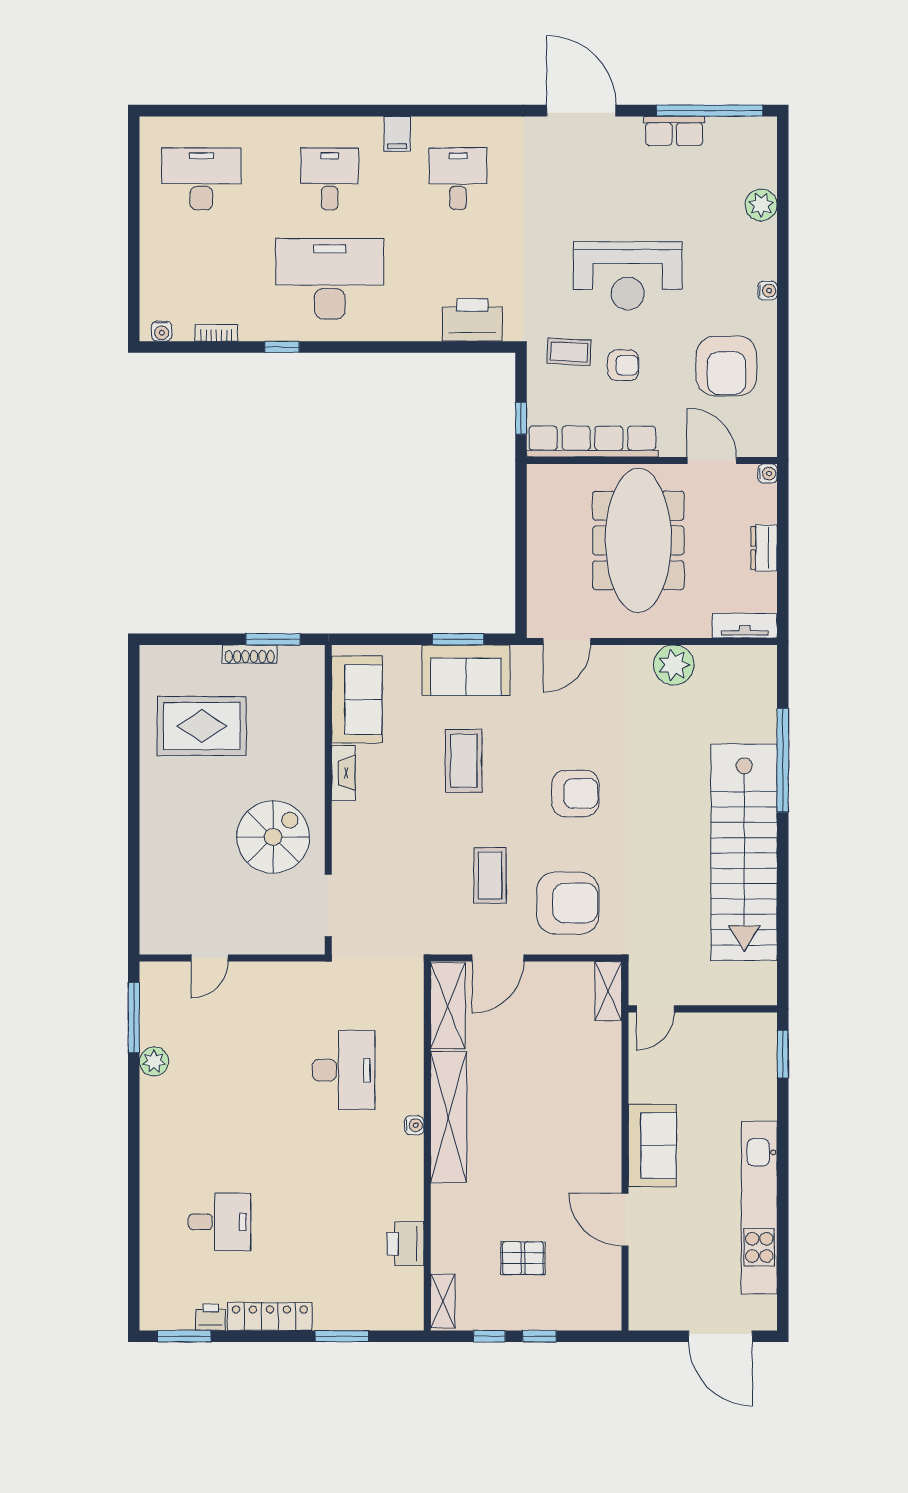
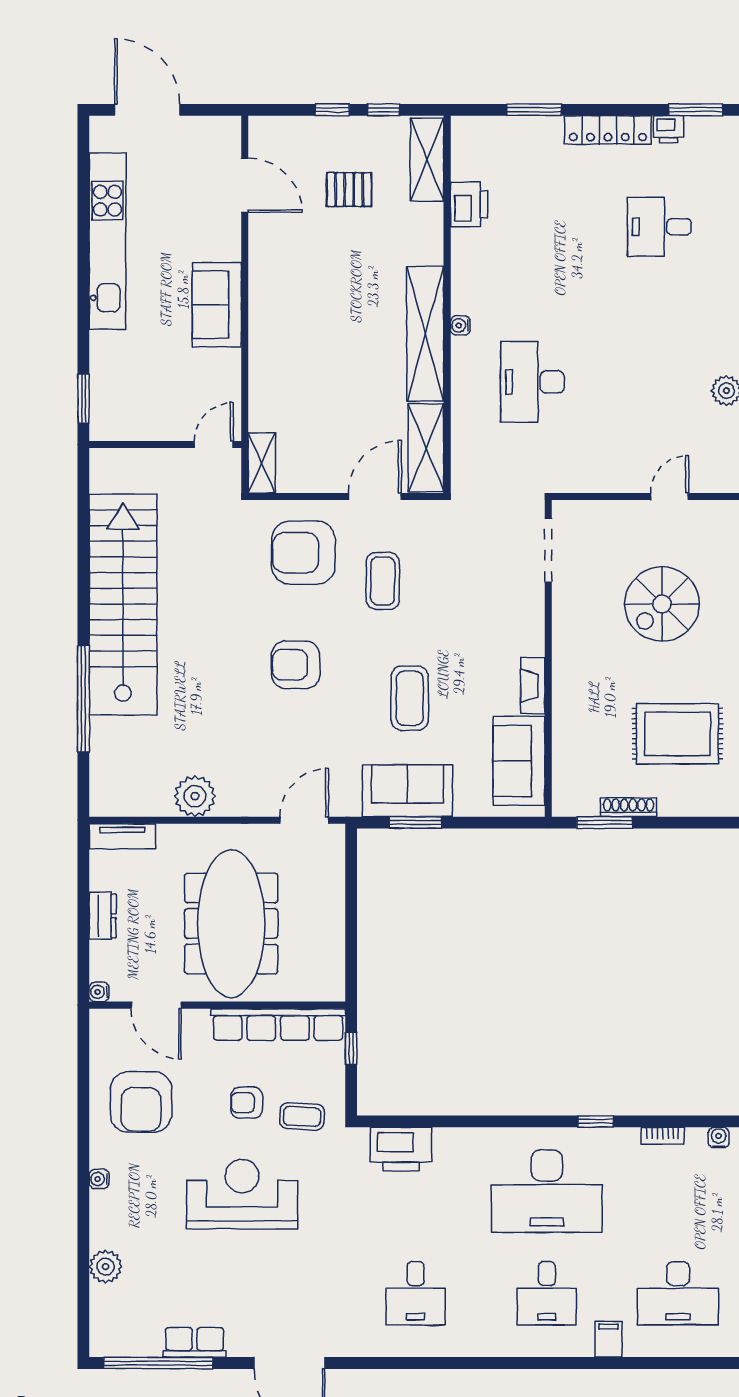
filing cabinet: (397, 134) -> (609, 1339), moved
armchair: (726, 366) -> (141, 1102), turned 180
spiral stairs: (273, 837) -> (662, 604), moved
door: (625, 1220) -> (245, 185), moved
shelving: (443, 1301) -> (427, 160), width x1.50, depth x1.33

